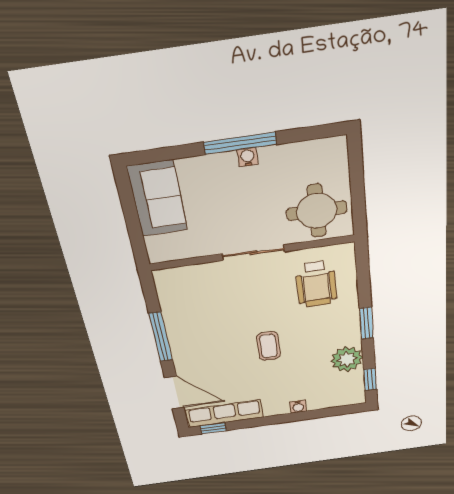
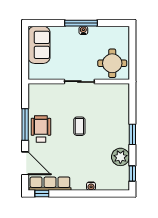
wheelchair: (316, 284) -> (41, 129), moved, turned 180
coffee table: (268, 346) -> (79, 126), moved

